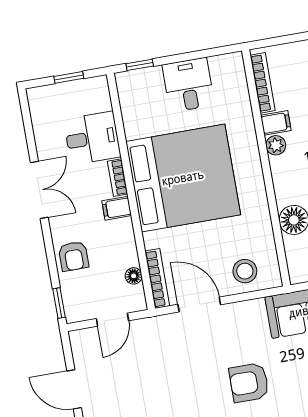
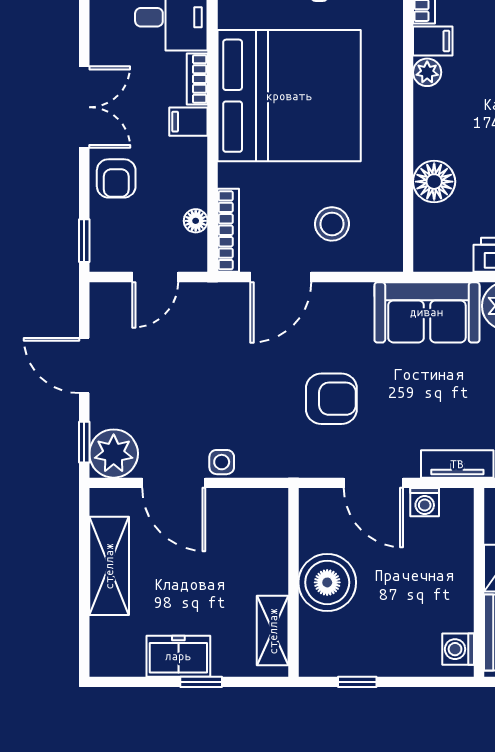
double door: (39, 190) -> (84, 107), moved
stool: (245, 271) -> (332, 224), moved
door: (199, 305) -> (281, 277), swing flipped
armchair: (249, 383) -> (331, 399), turned 180

